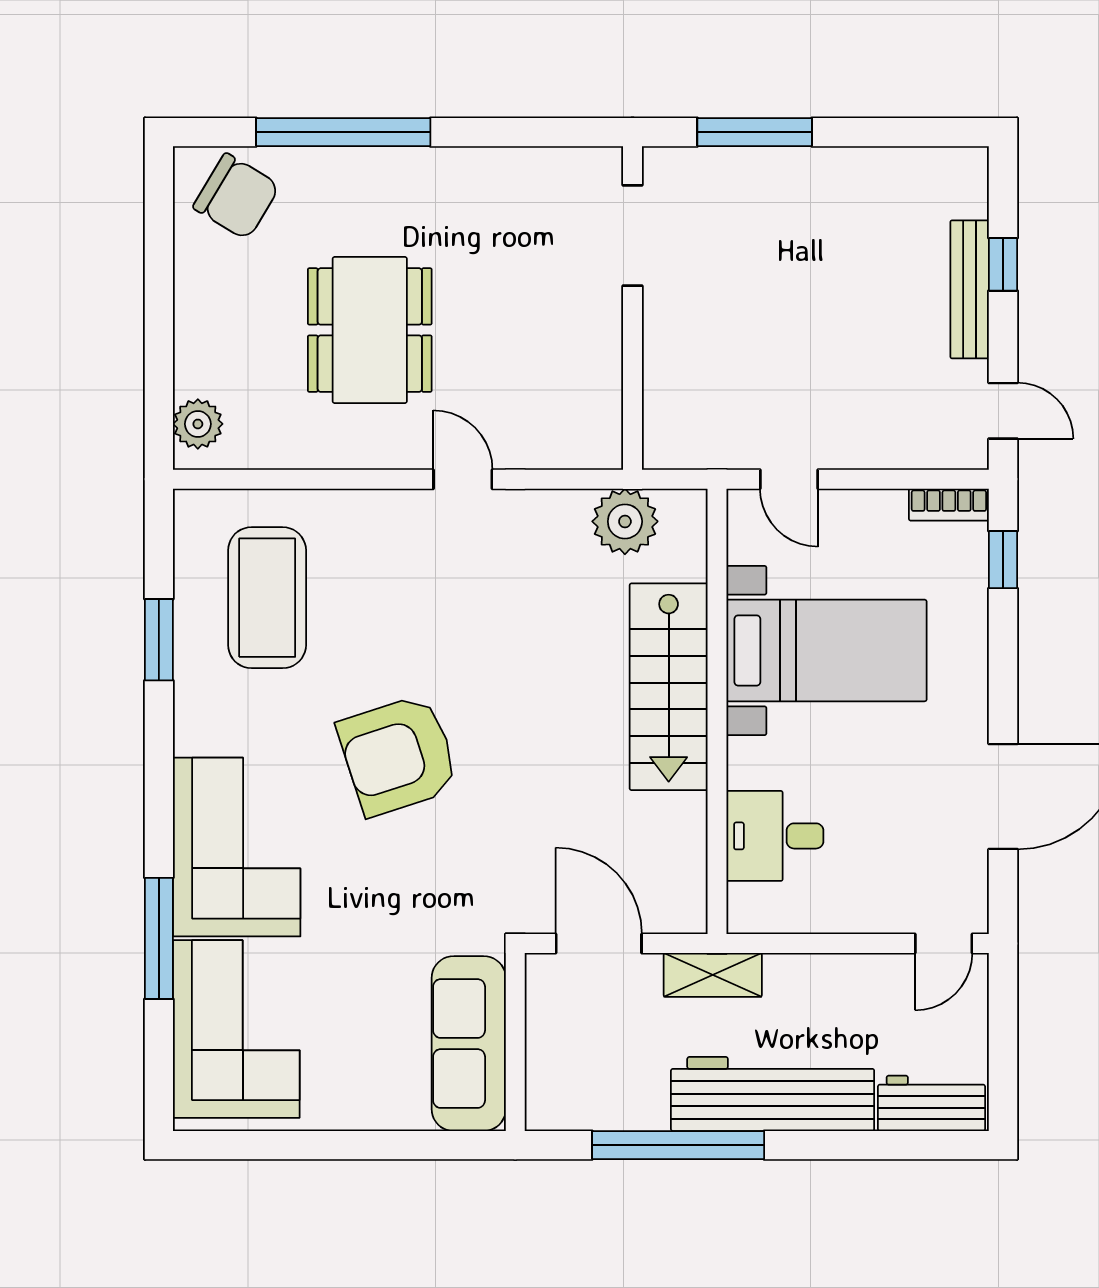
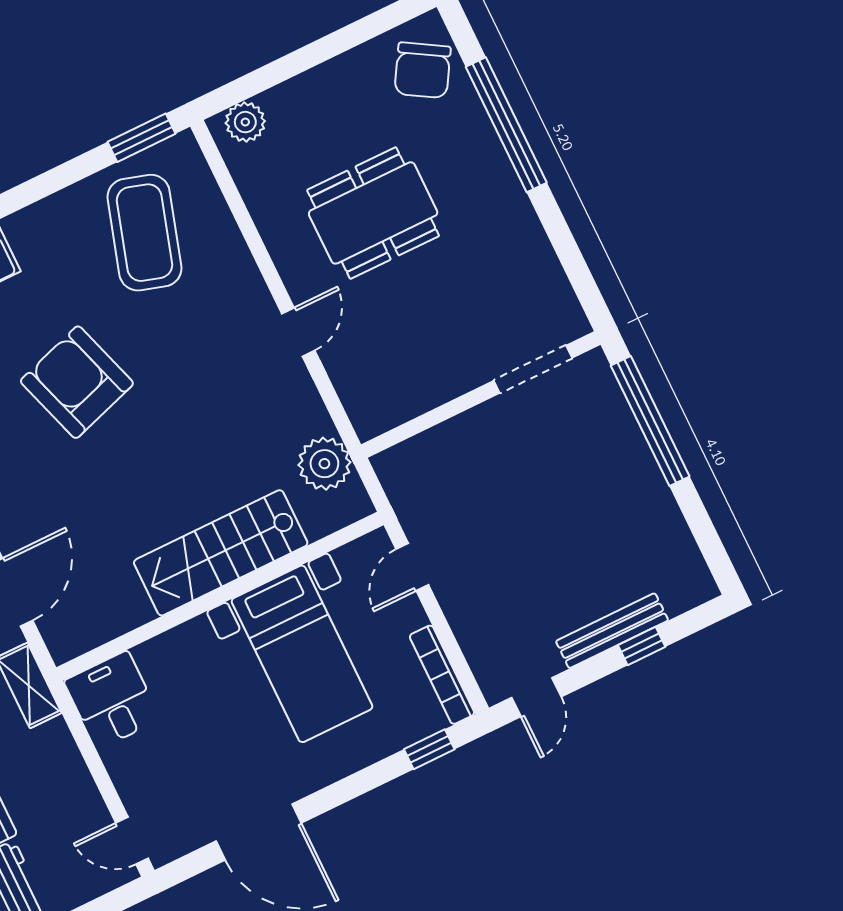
window: (755, 132) -> (650, 421), width x1.46
bookcase: (949, 505) -> (442, 675), width x1.56
coffee table: (267, 598) -> (144, 233), turned -73
window: (159, 640) -> (141, 138), moved
desk: (775, 836) -> (112, 700), moved

